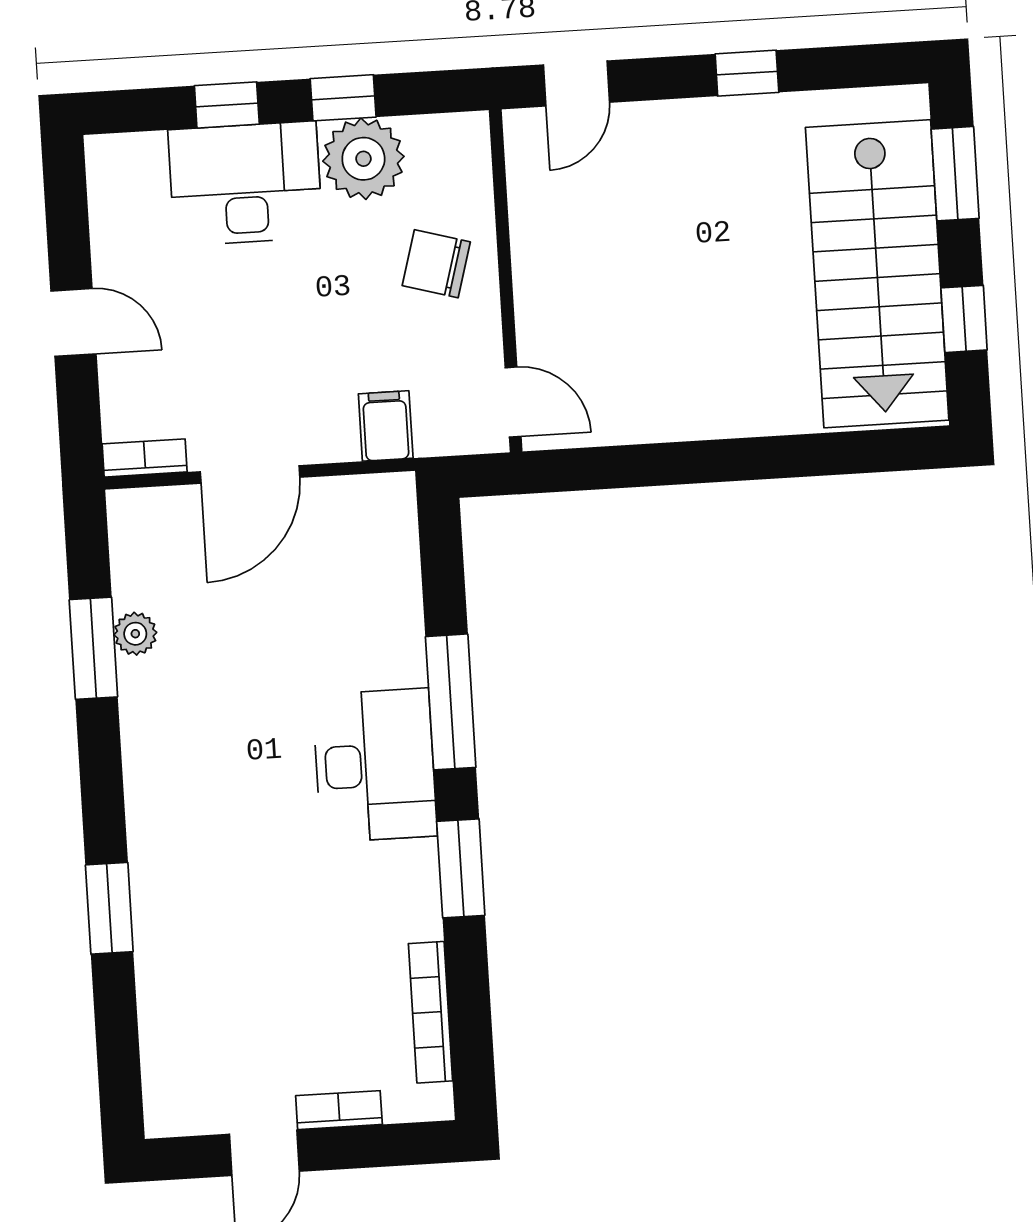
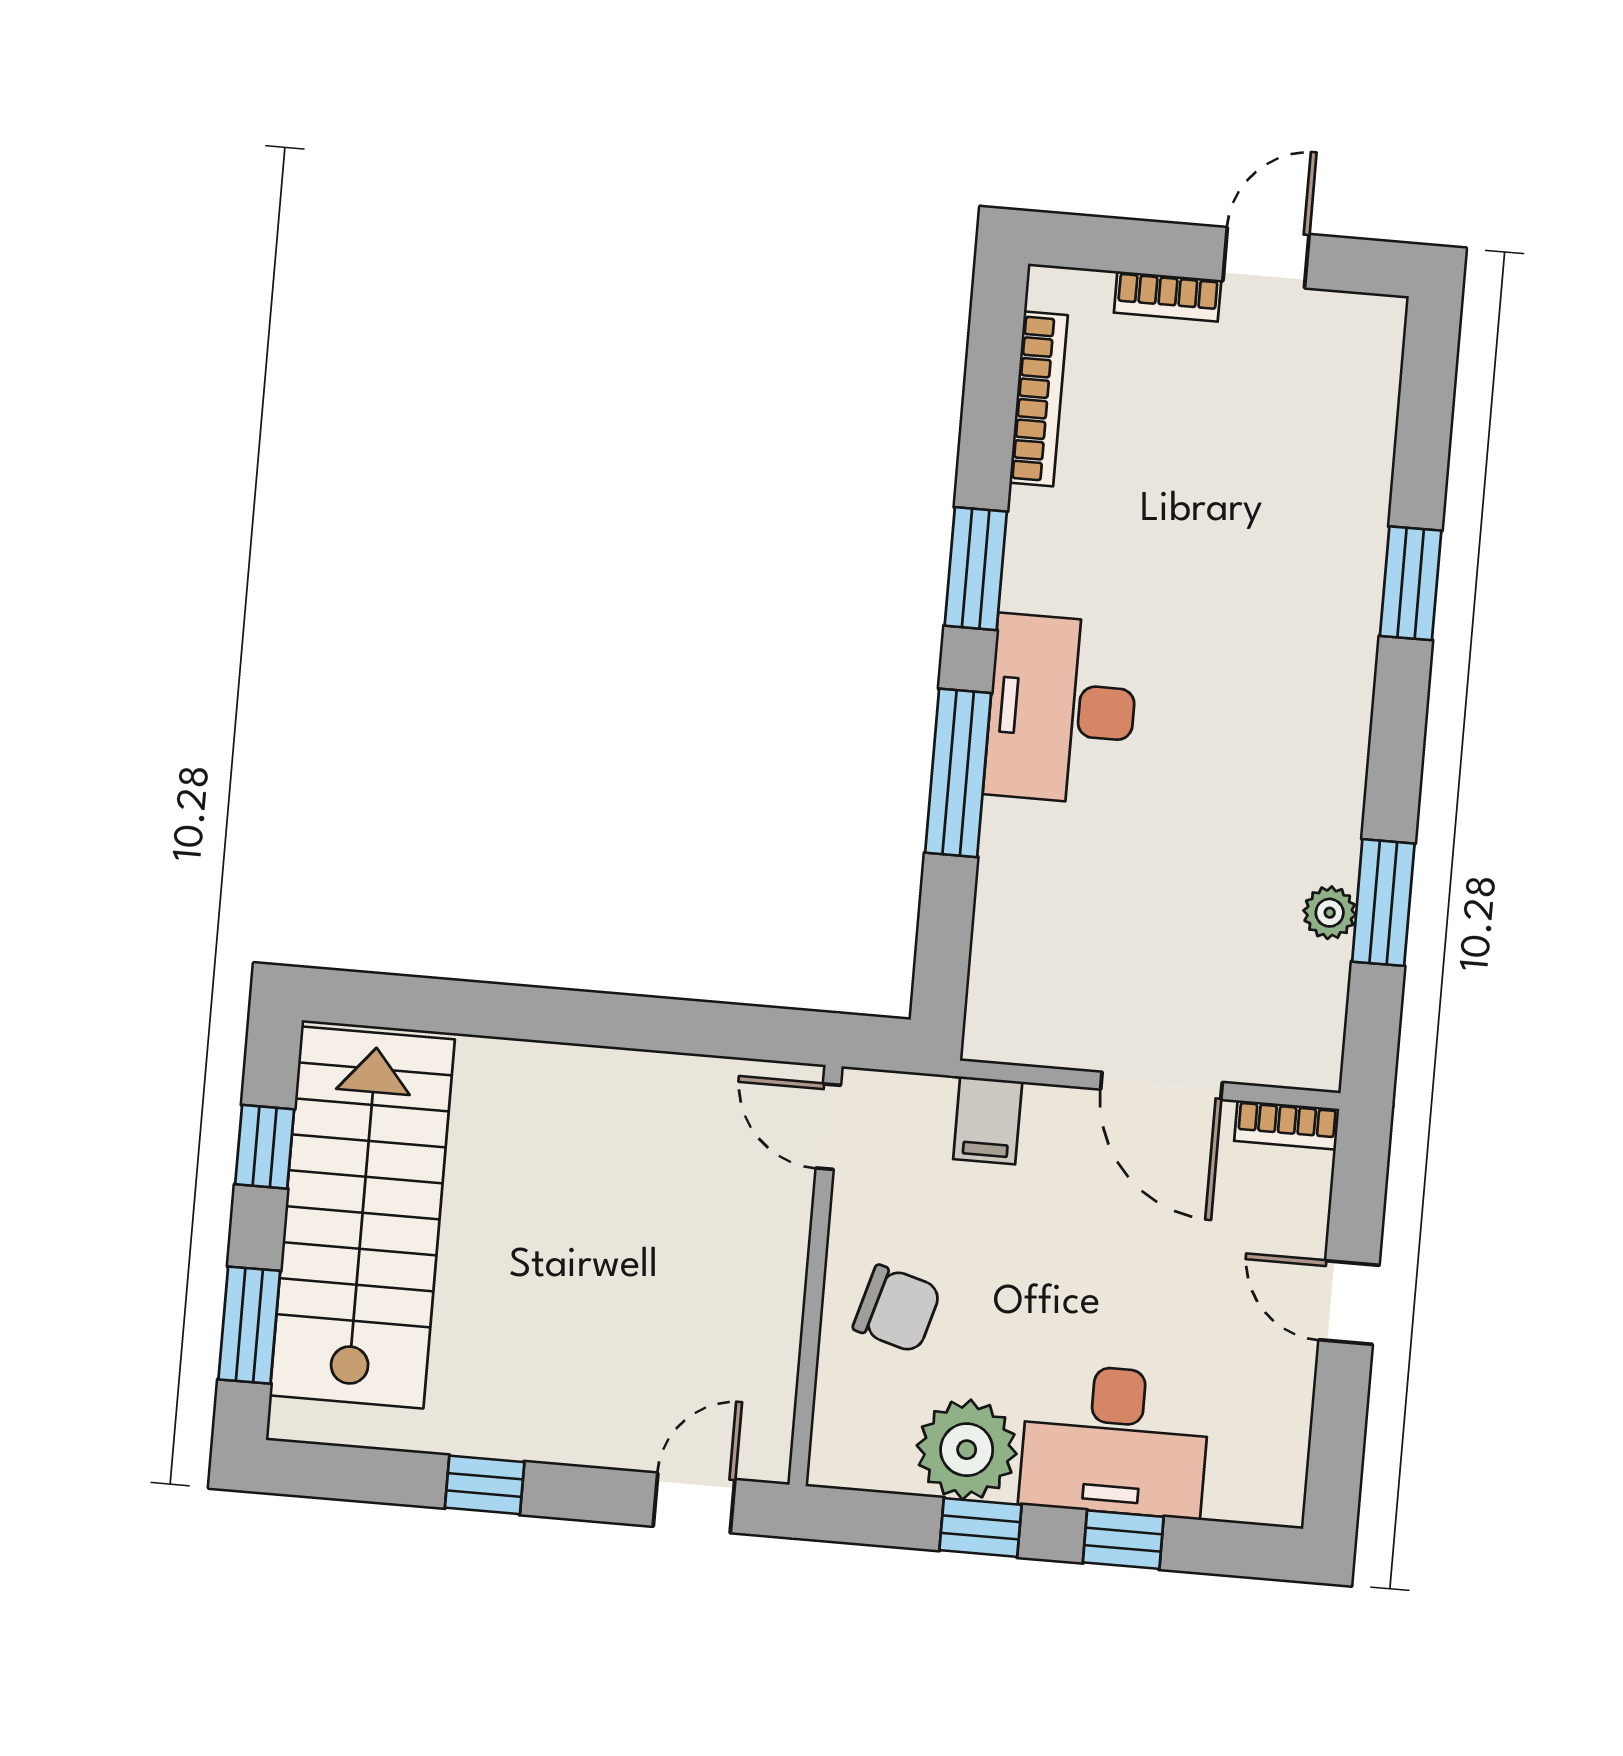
door: (250, 474) -> (1161, 1086), swing flipped

